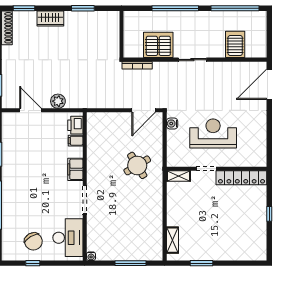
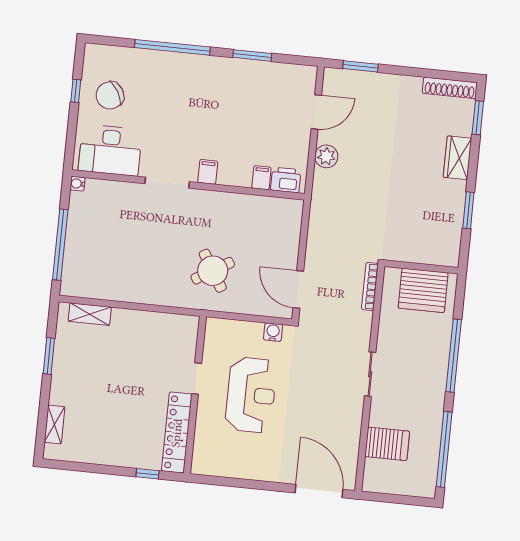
server rack: (158, 45) -> (423, 290), moved, turned 90
filing cabinet: (75, 169) -> (208, 172), width x0.50
shelving: (179, 176) -> (54, 425), moved
window: (269, 214) -> (148, 474), moved
window: (131, 263) -> (60, 245), width x1.46

